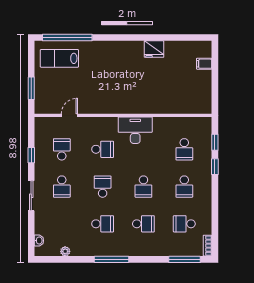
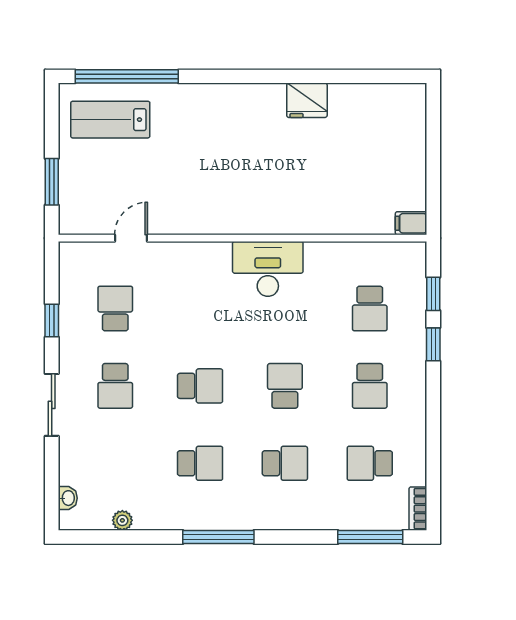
filing cabinet: (204, 64) -> (411, 223), moved
school desk: (103, 149) -> (200, 309), removed
school desk: (103, 187) -> (200, 386), turned 90
school desk: (143, 187) -> (285, 386), turned 180

